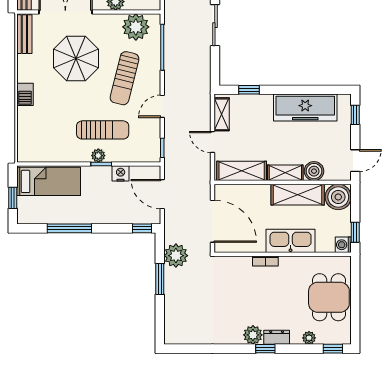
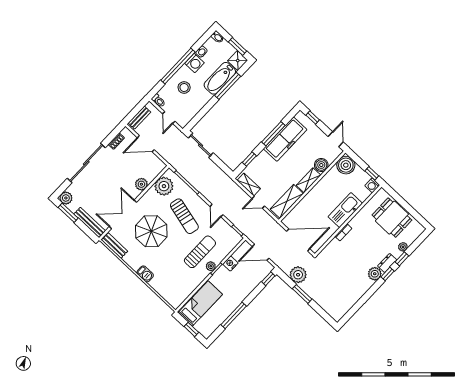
window: (299, 90) -> (273, 134), added
shelving: (298, 195) -> (325, 185), removed
window: (333, 349) -> (402, 259), moved

